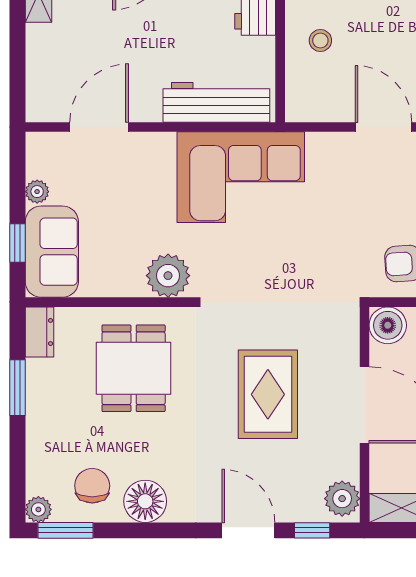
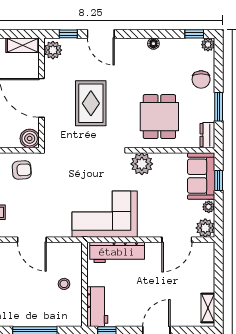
plant: (44, 150) -> (205, 228), added
chair: (92, 486) -> (201, 79), moved
floor lamp: (145, 501) -> (153, 44), width x0.53, depth x0.53
window: (65, 530) -> (194, 34), width x0.67

